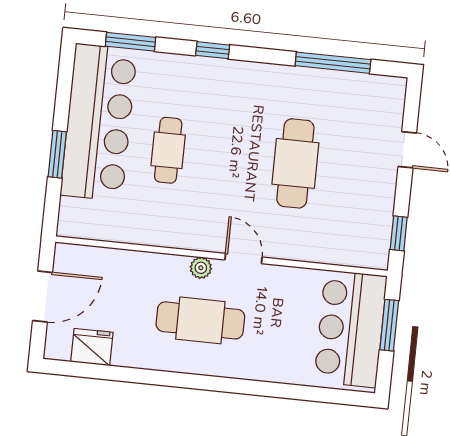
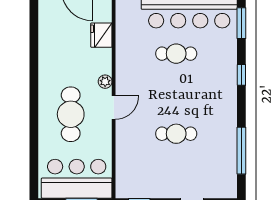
cafe table: (295, 163) -> (176, 134), width x0.73, depth x0.74
cafe table: (200, 320) -> (71, 114), moved
fridge: (92, 347) -> (101, 35), moved, turned 180

